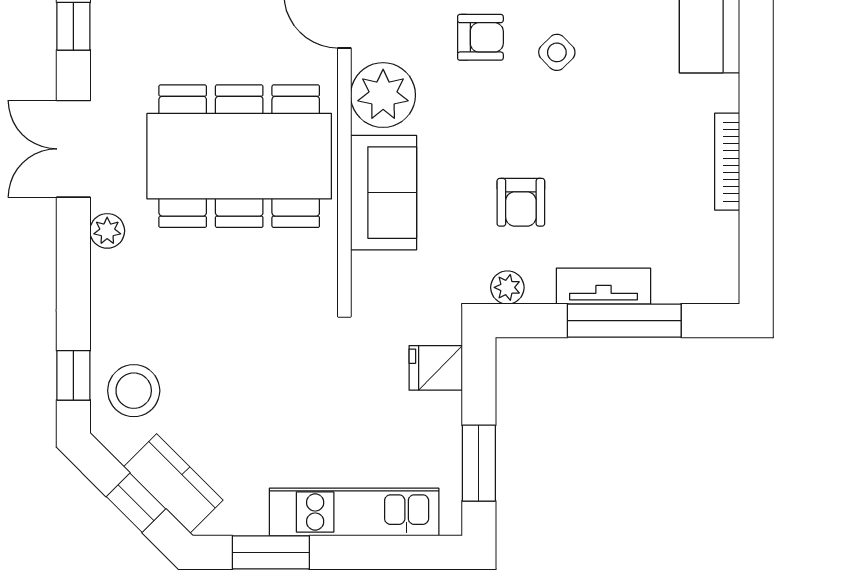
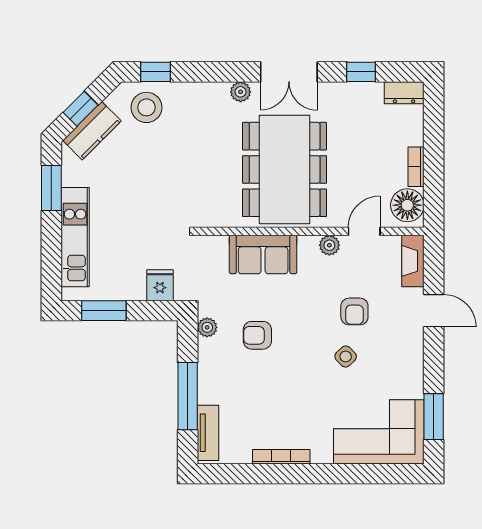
plant: (383, 95) -> (329, 245), width x0.53, depth x0.53
double door: (73, 149) -> (289, 72), swing flipped
tv unit: (603, 286) -> (208, 433), moved

